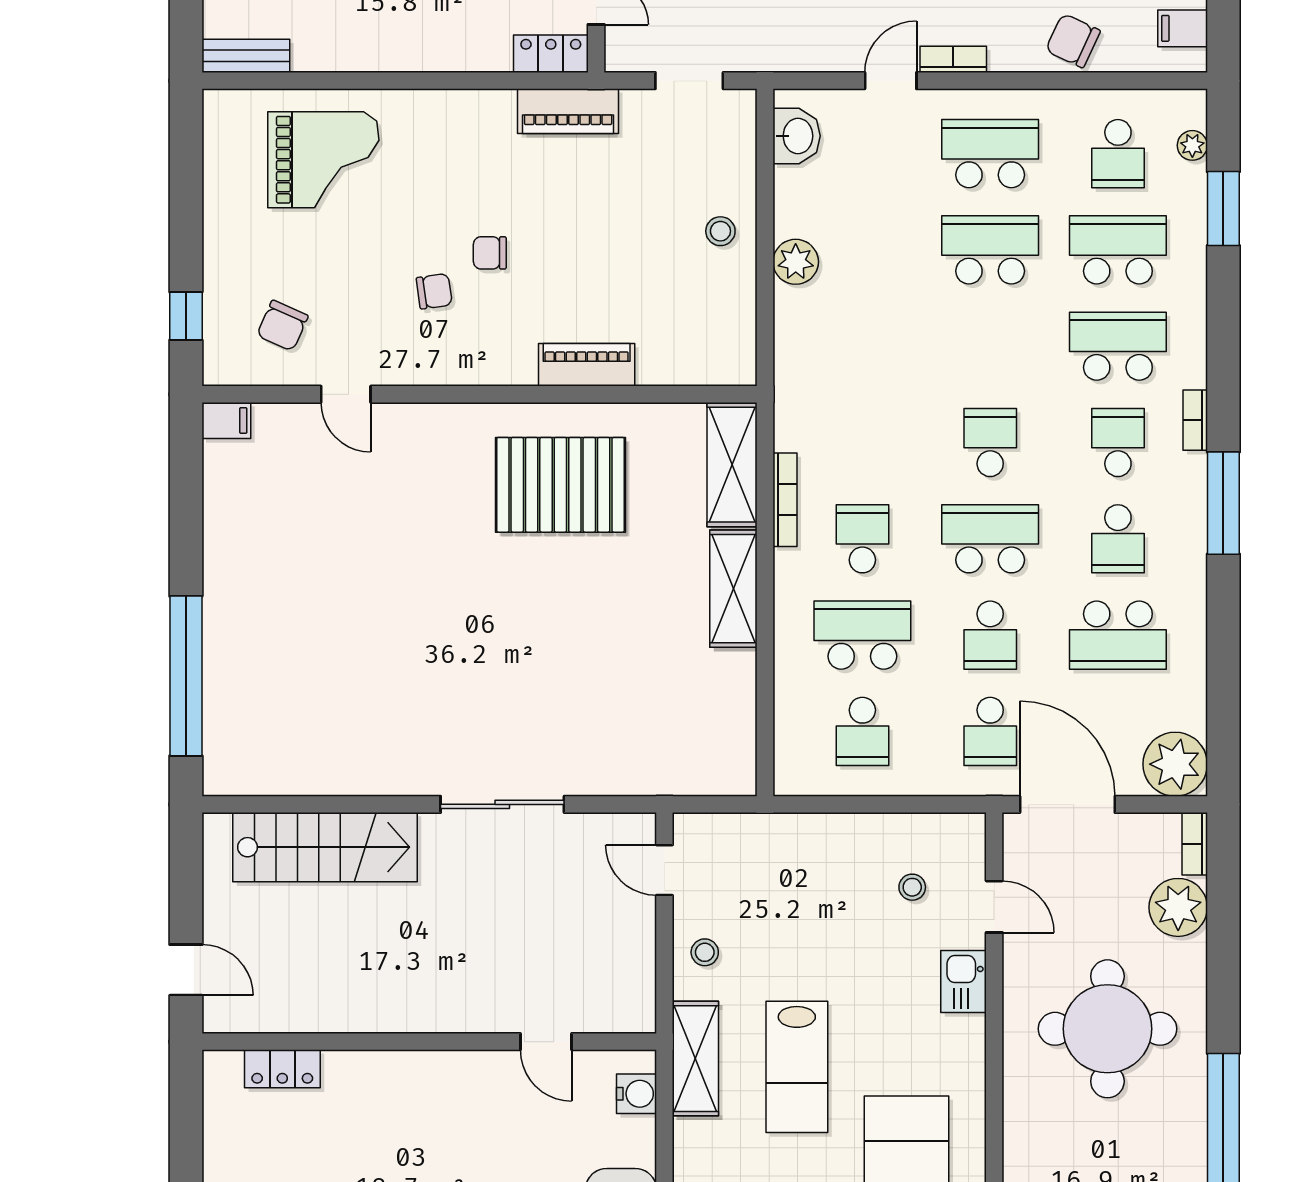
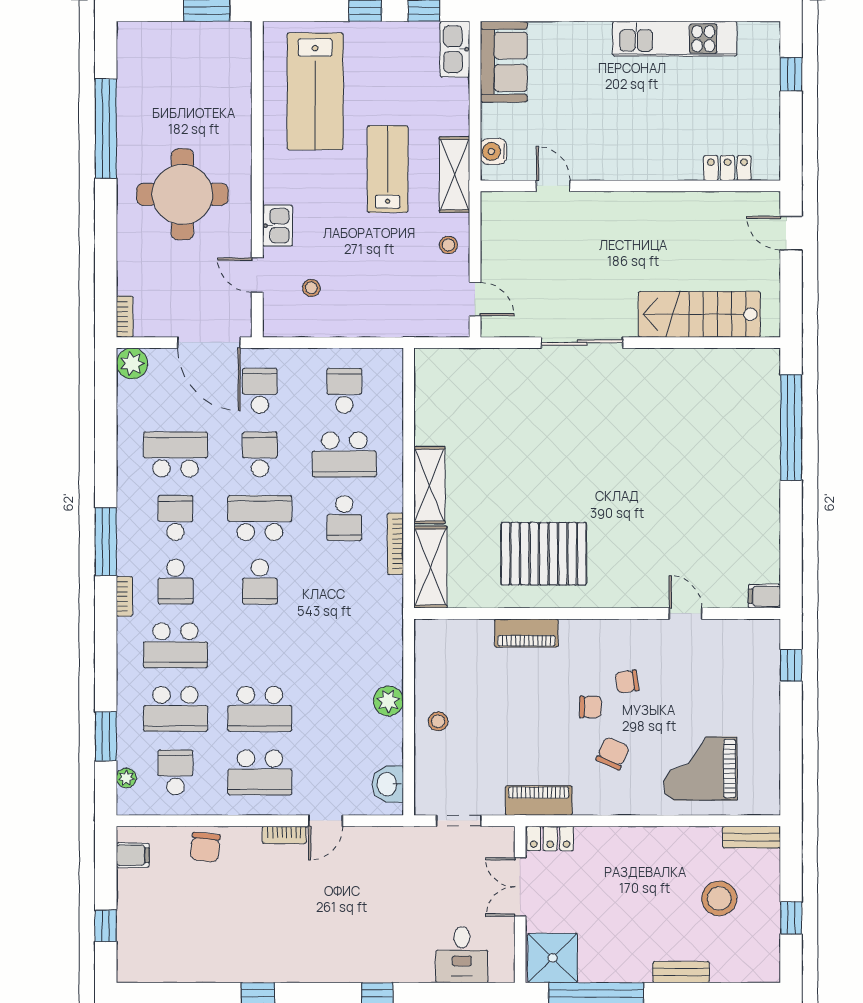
chair: (1073, 41) -> (205, 847), turned 71
chair: (282, 326) -> (613, 753), moved
school desk: (990, 539) -> (260, 518), turned 180
plant: (1175, 764) -> (132, 363), width x0.73, depth x0.73
plant: (1178, 907) -> (136, 275), removed

